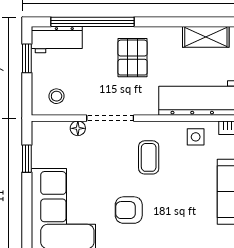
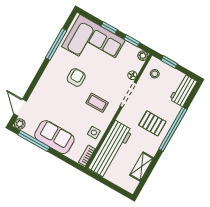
window: (92, 22) -> (173, 129), moved
window: (27, 58) -> (169, 62), moved
plant: (40, 129) -> (143, 56), added
window: (27, 203) -> (109, 28), added

